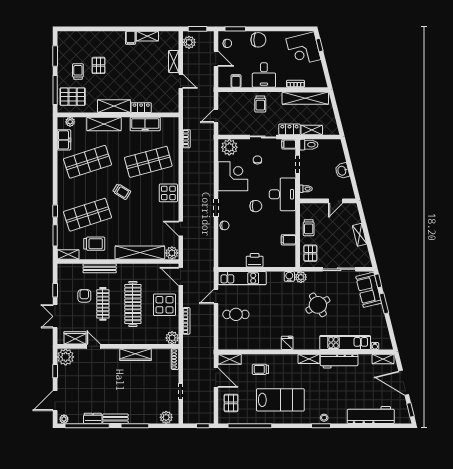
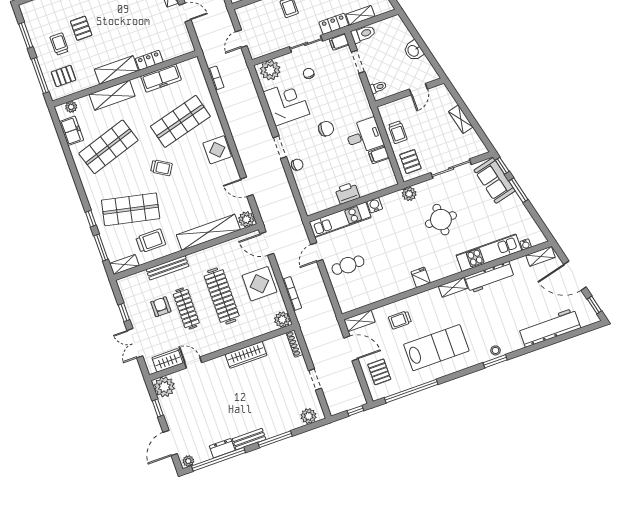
pallet: (73, 97) -> (64, 76), width x0.67, depth x0.71
desk: (282, 194) -> (364, 136), moved, width x0.73
shop shelf: (87, 215) -> (131, 209), turned 30
water cooler: (289, 276) -> (375, 205), moved
round table: (318, 305) -> (441, 220), turned 30

